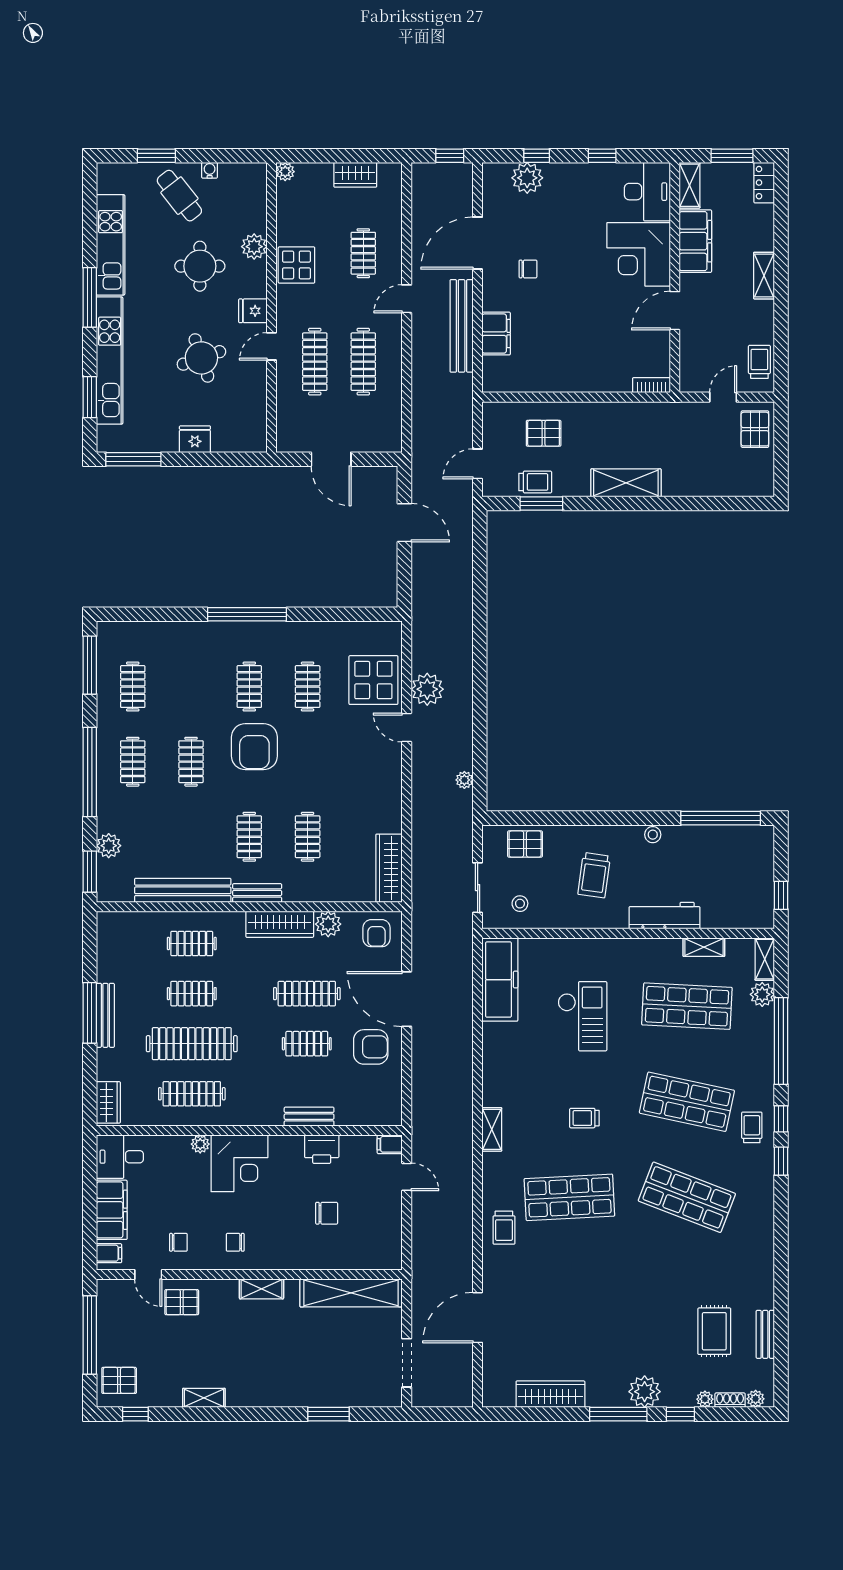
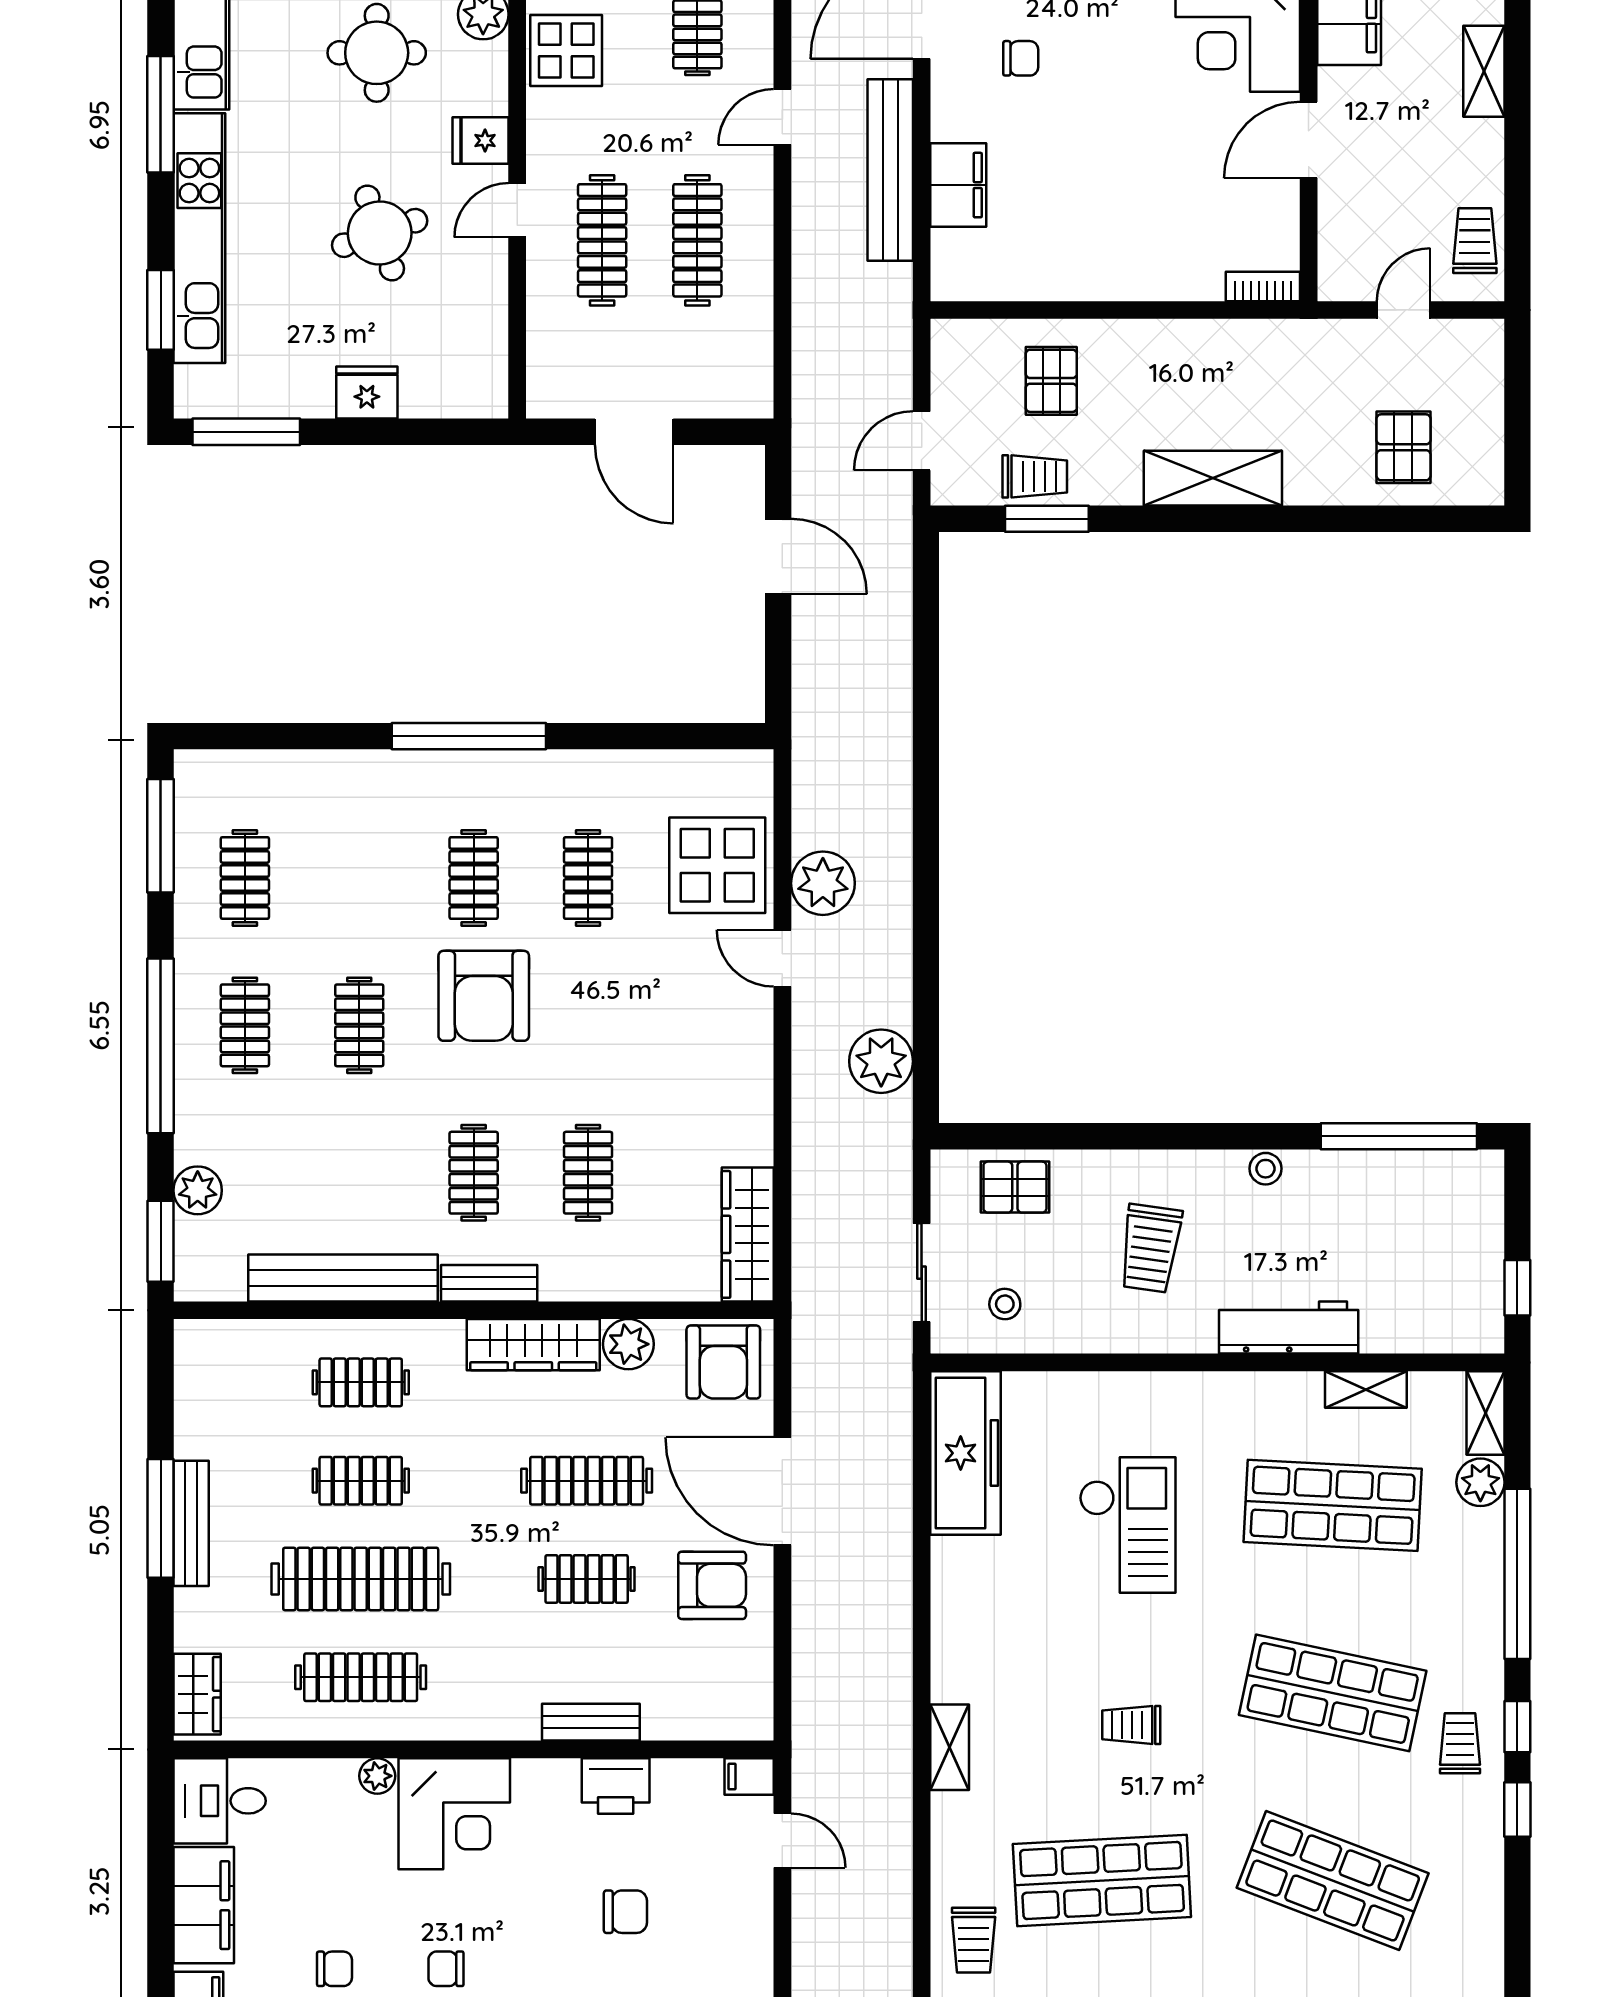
pallet: (755, 429) -> (1403, 447), moved
pallet: (544, 433) -> (1051, 381), turned 90
plant: (464, 780) -> (881, 1061), width x1.88, depth x1.88
armchair: (377, 933) -> (723, 1362), width x1.38, depth x1.38

